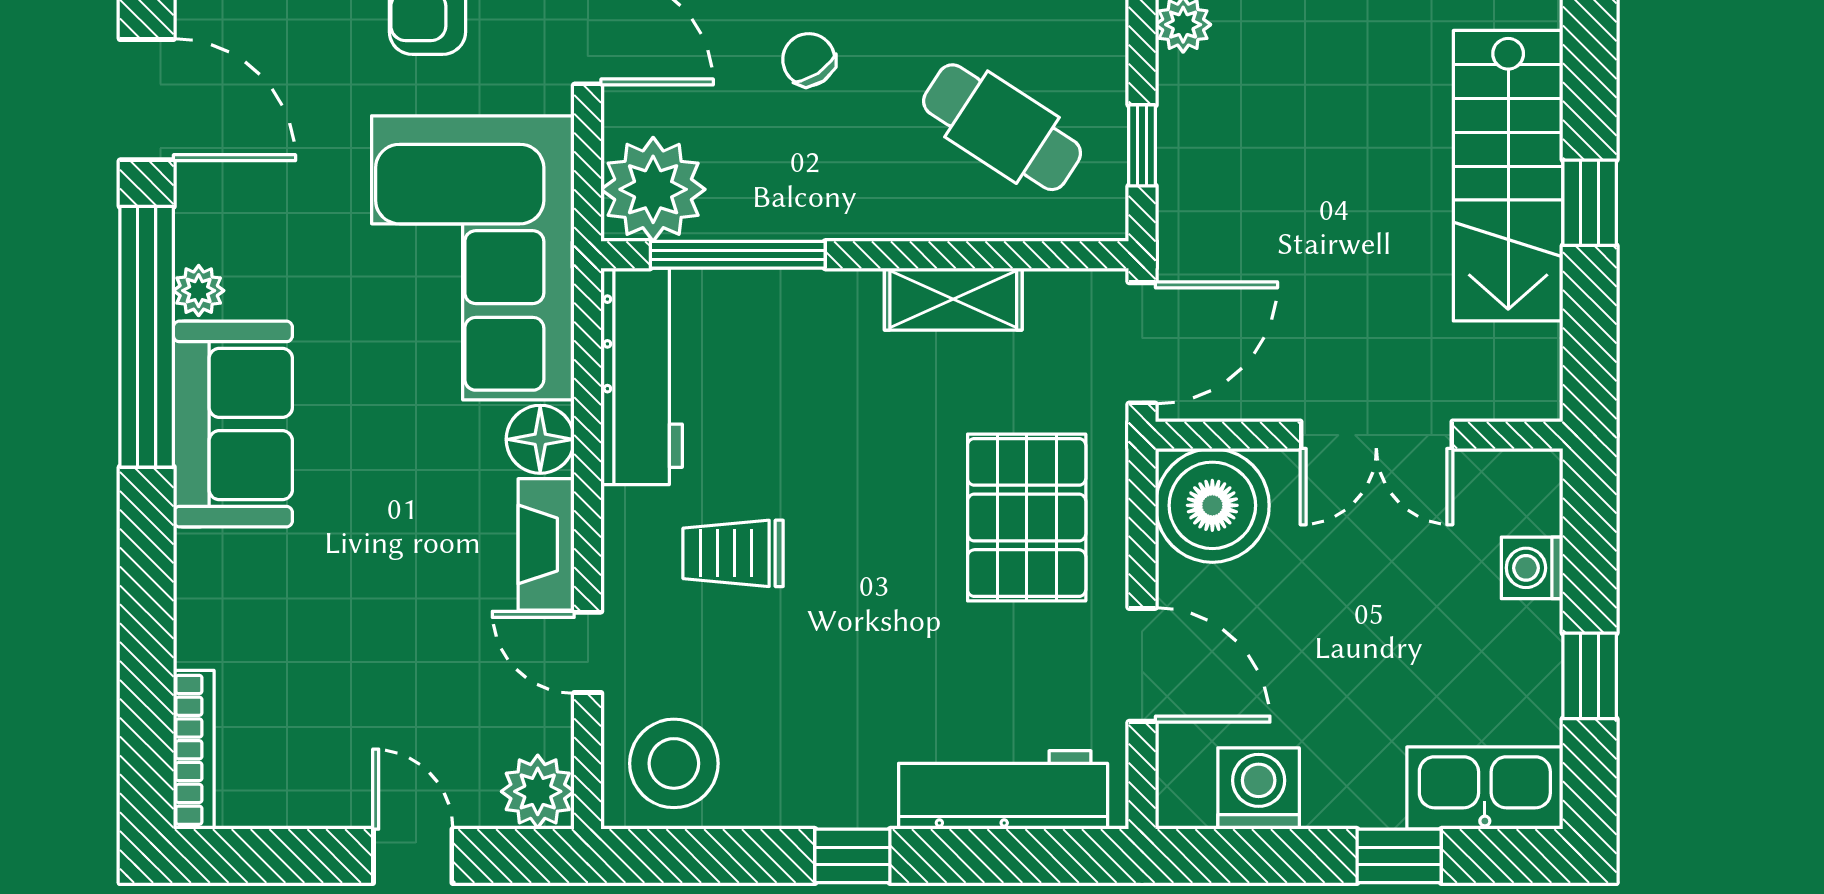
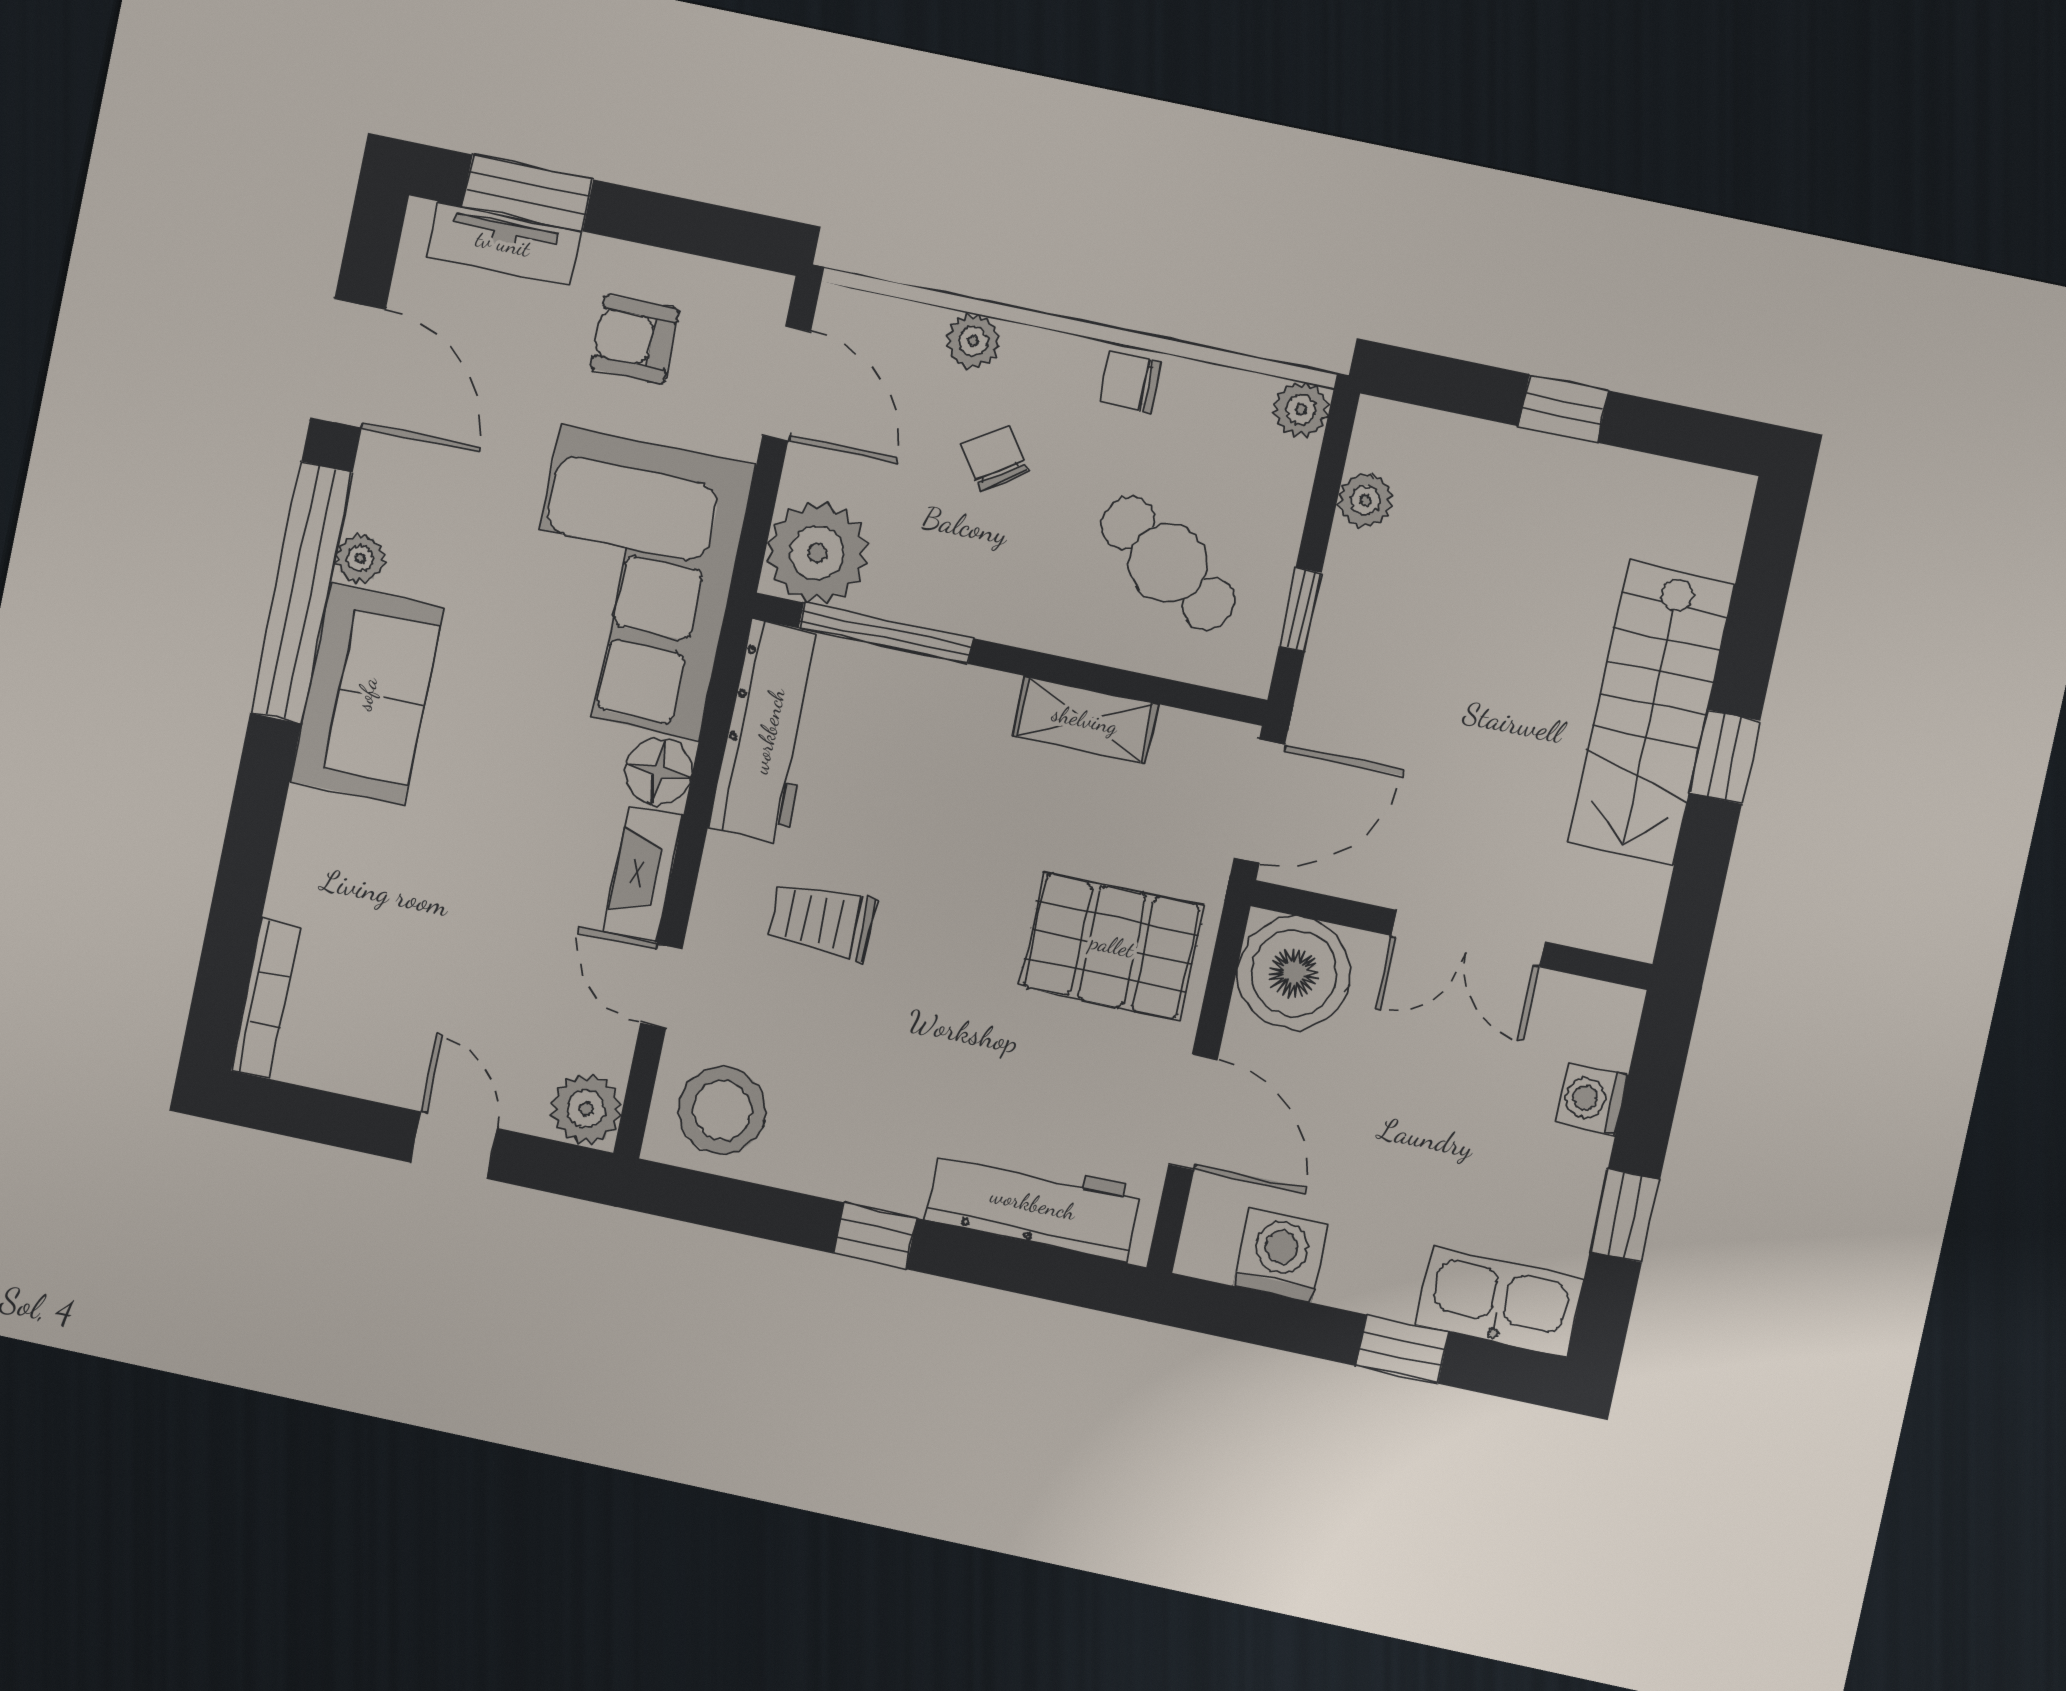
pallet: (1027, 517) -> (1112, 946), turned 90

